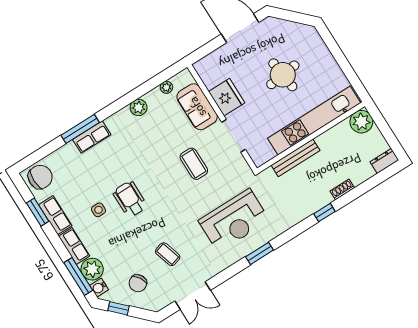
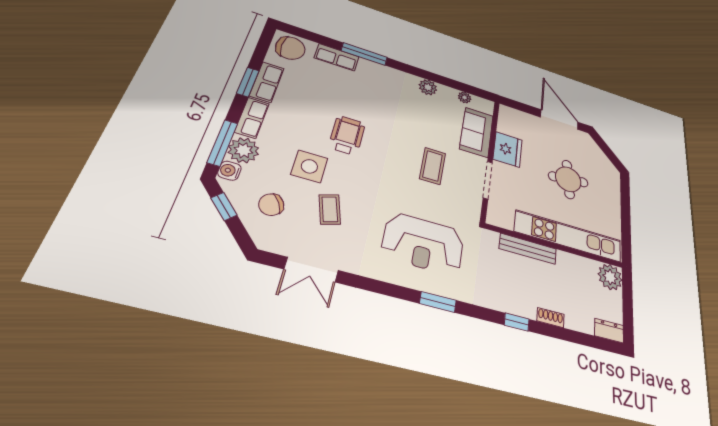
row of seats: (92, 137) -> (337, 57), moved
side table: (99, 210) -> (309, 166), moved, width x1.87, depth x1.87
window: (38, 212) -> (248, 82), moved
window: (260, 253) -> (438, 302), moved

